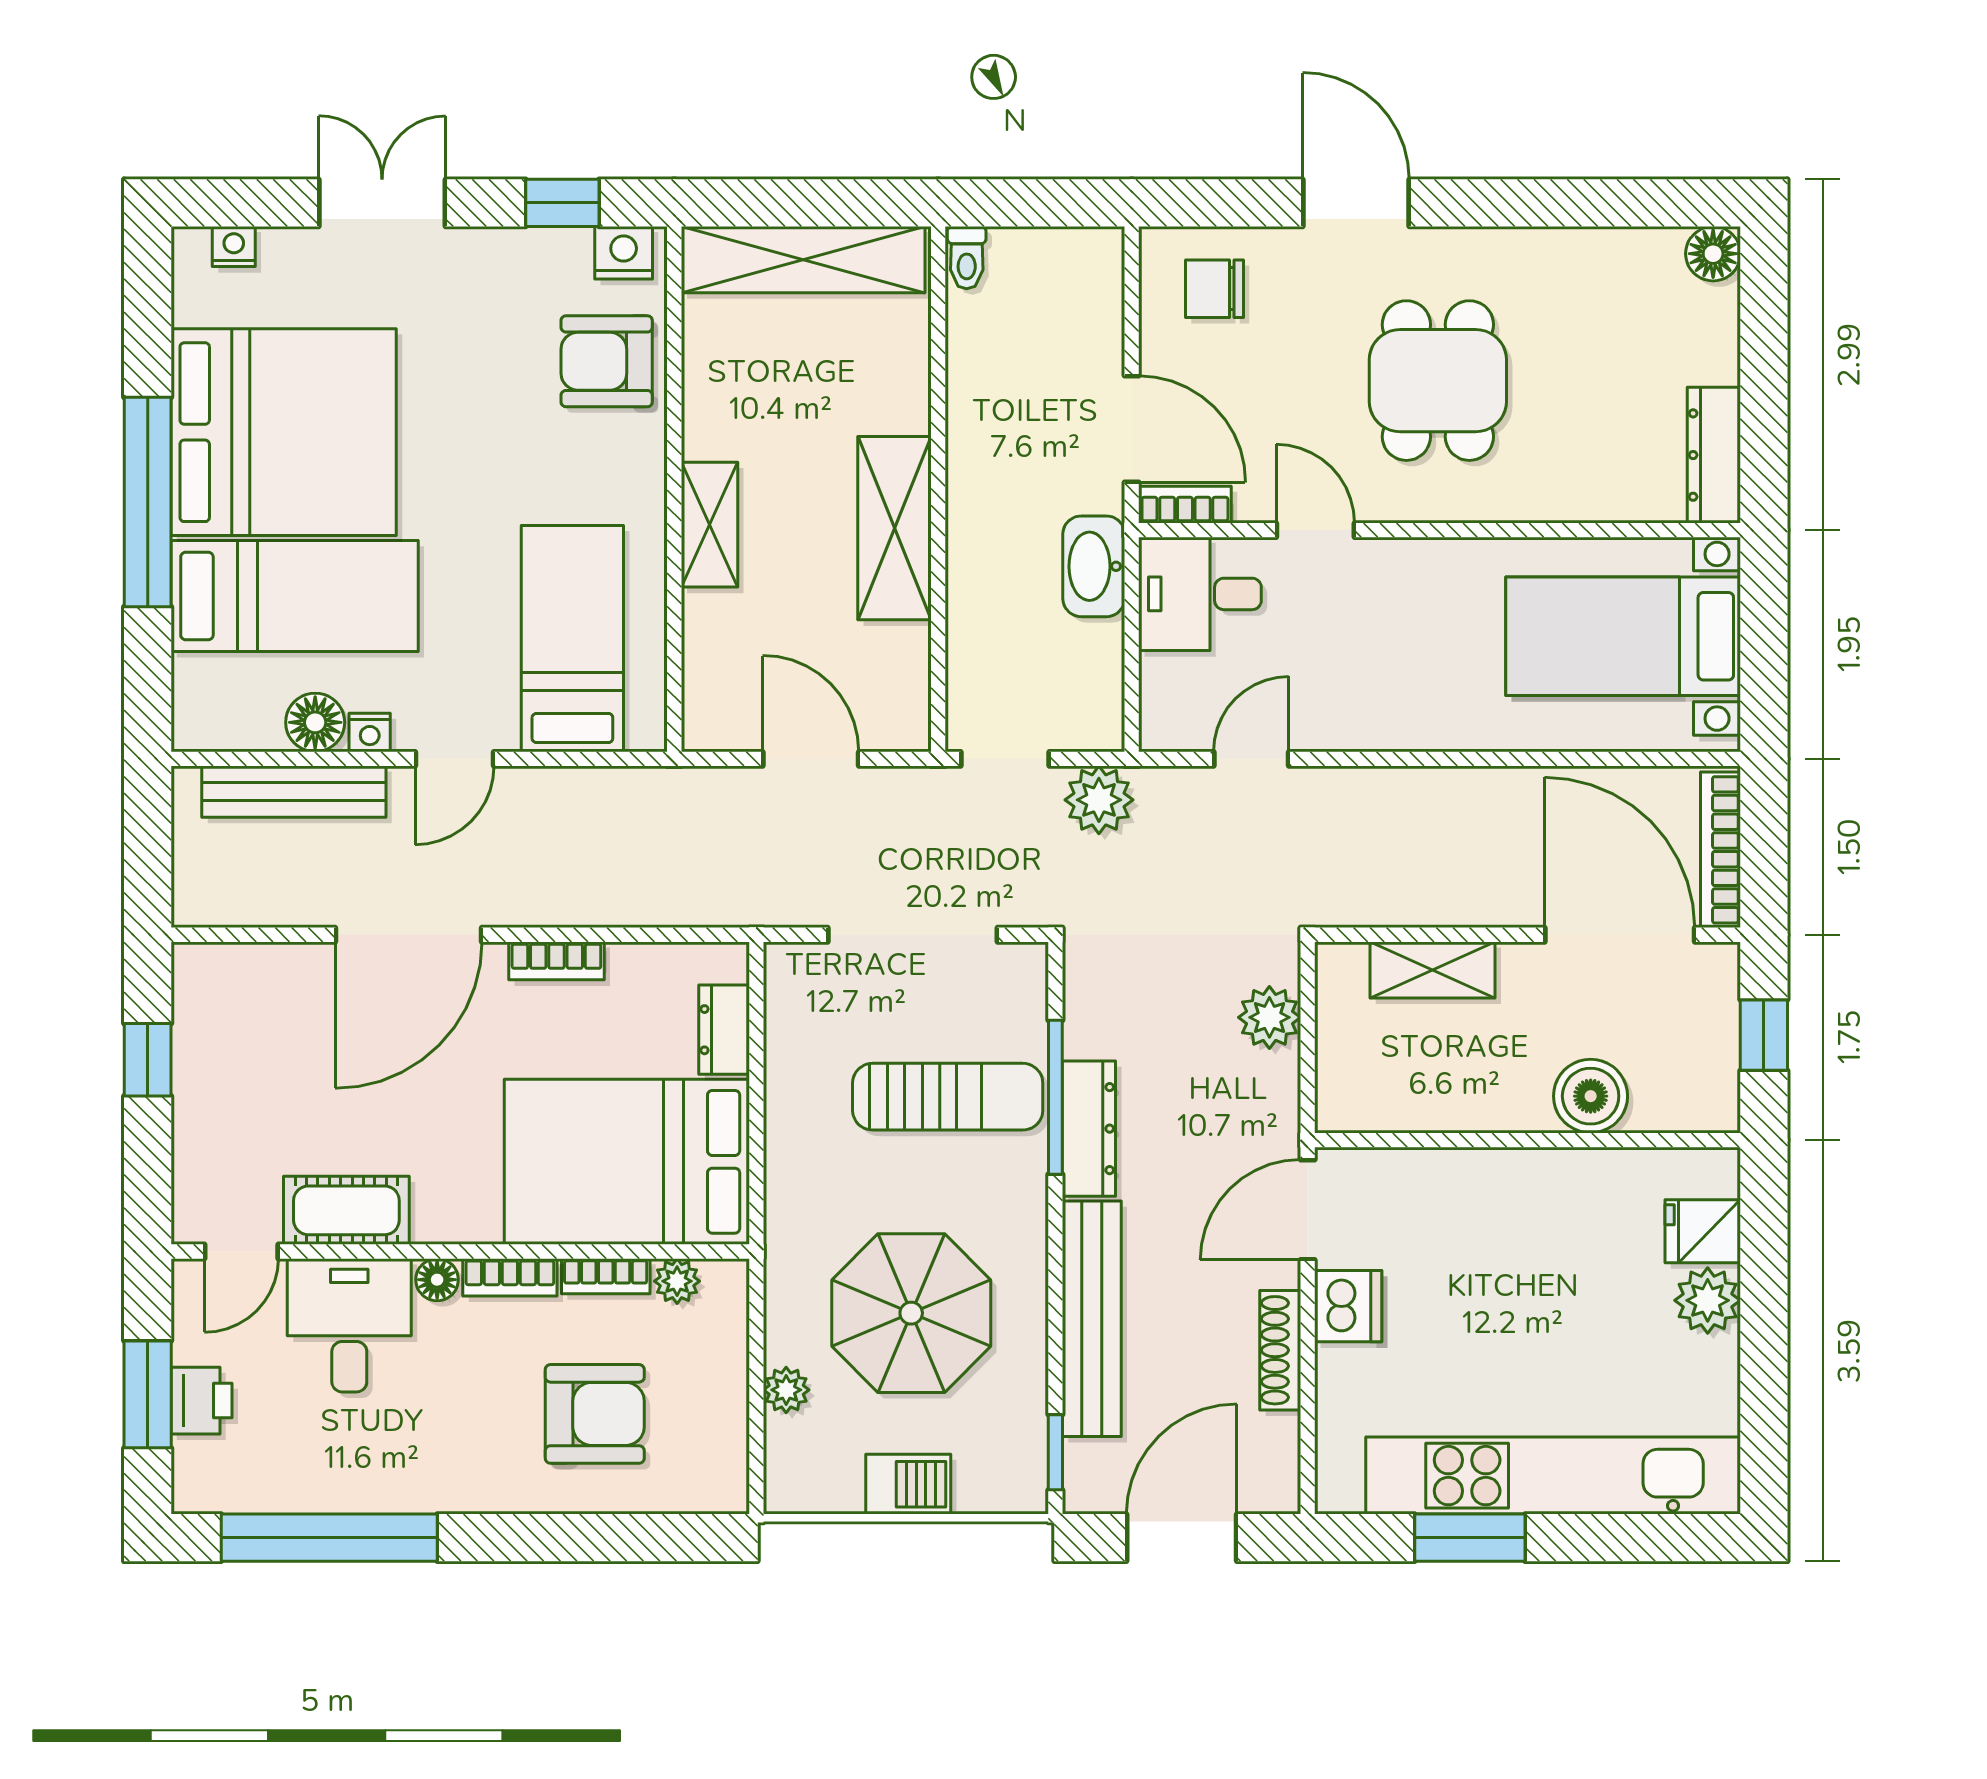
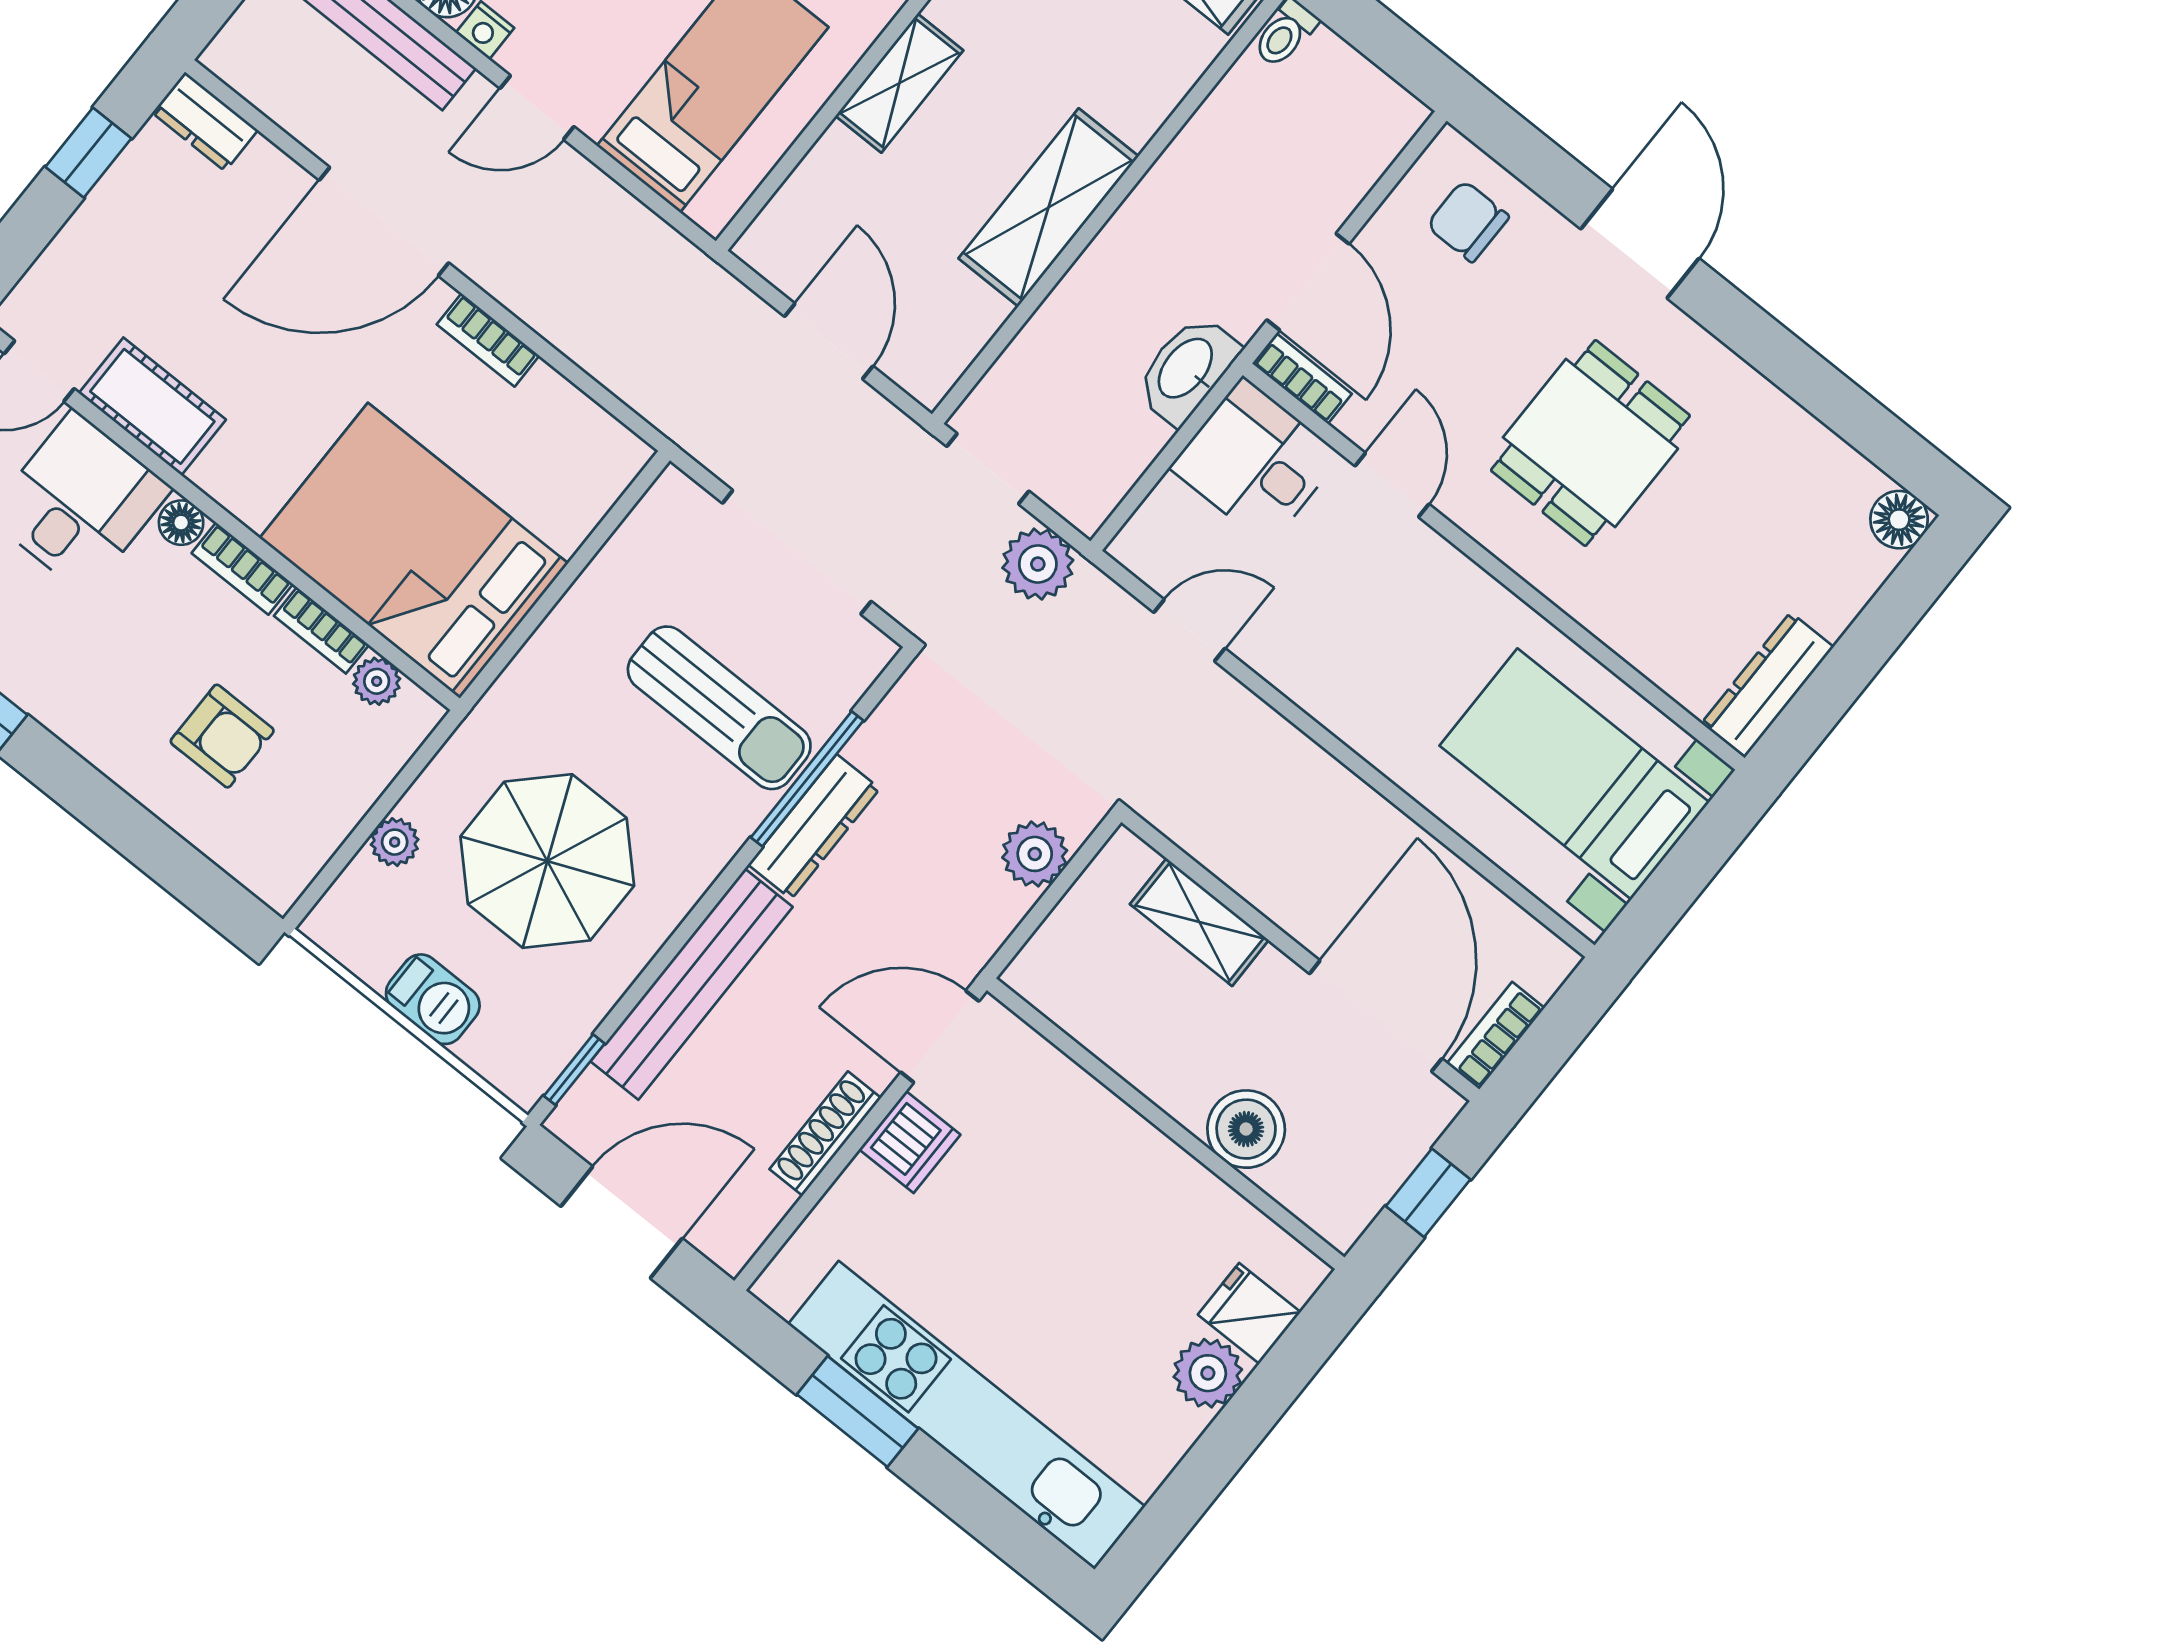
bookcase: (1721, 850) -> (1496, 1036), width x0.64
dresser: (724, 1030) -> (205, 121), moved, turned -90
armchair: (595, 1414) -> (222, 736), width x0.72, depth x0.72

